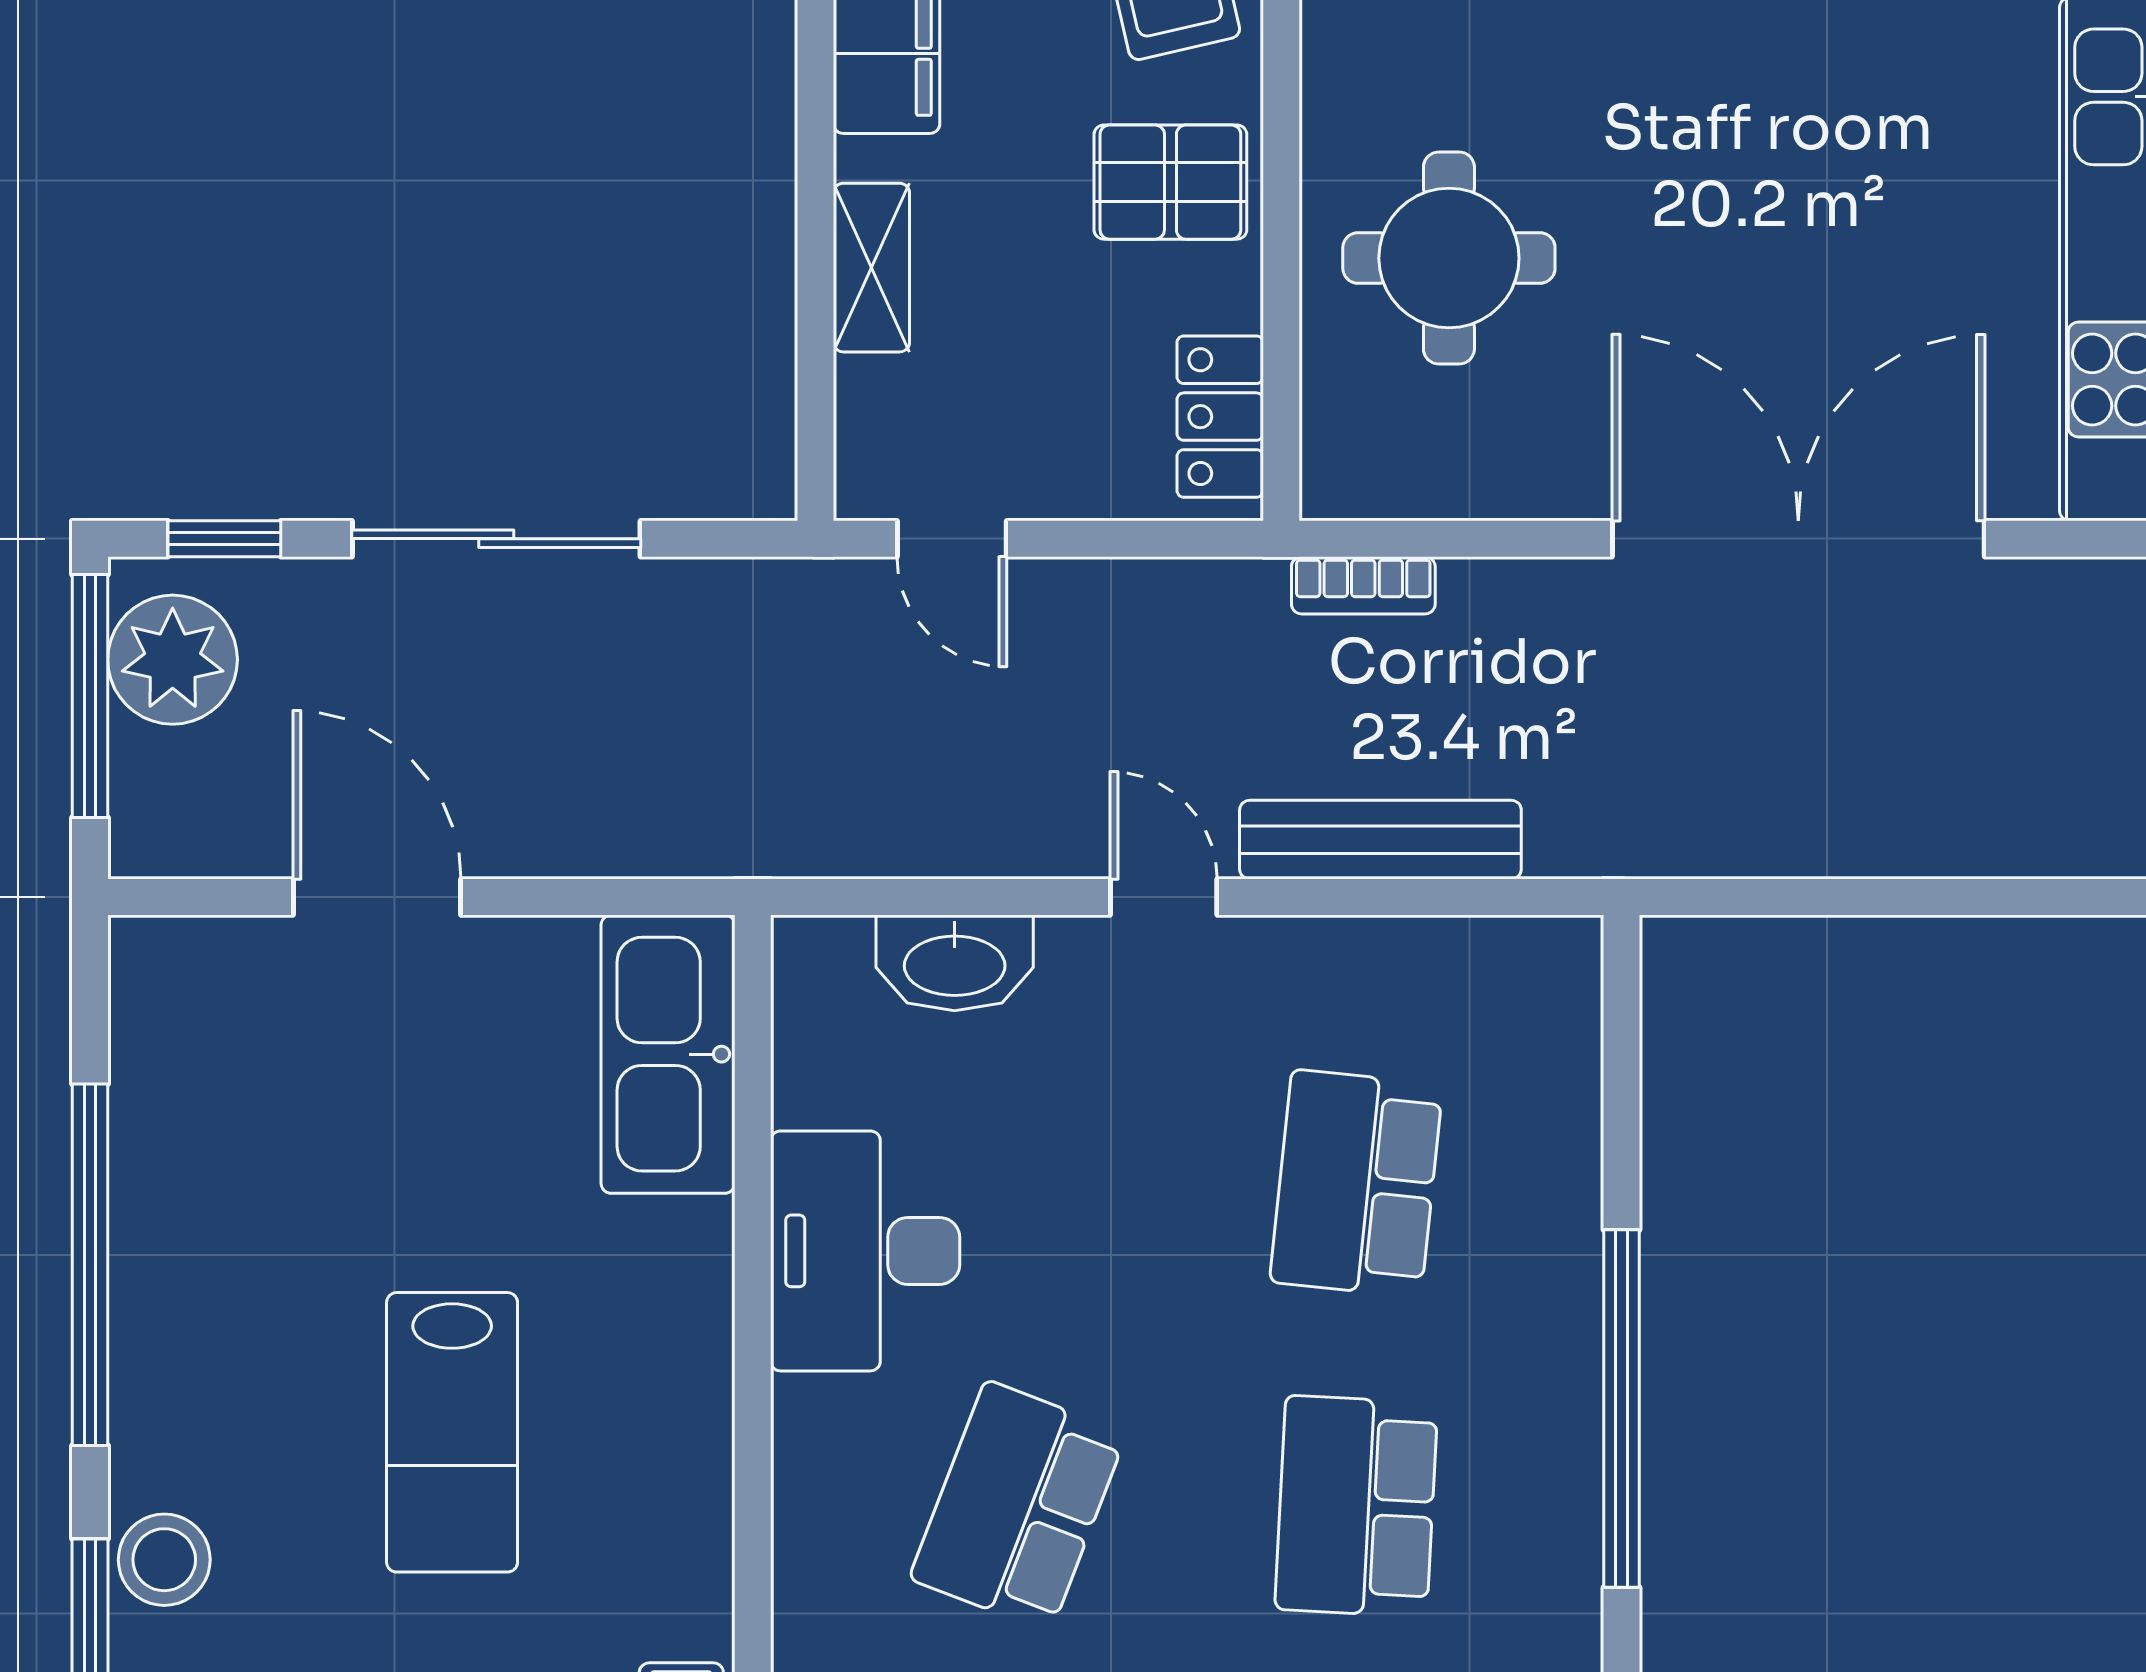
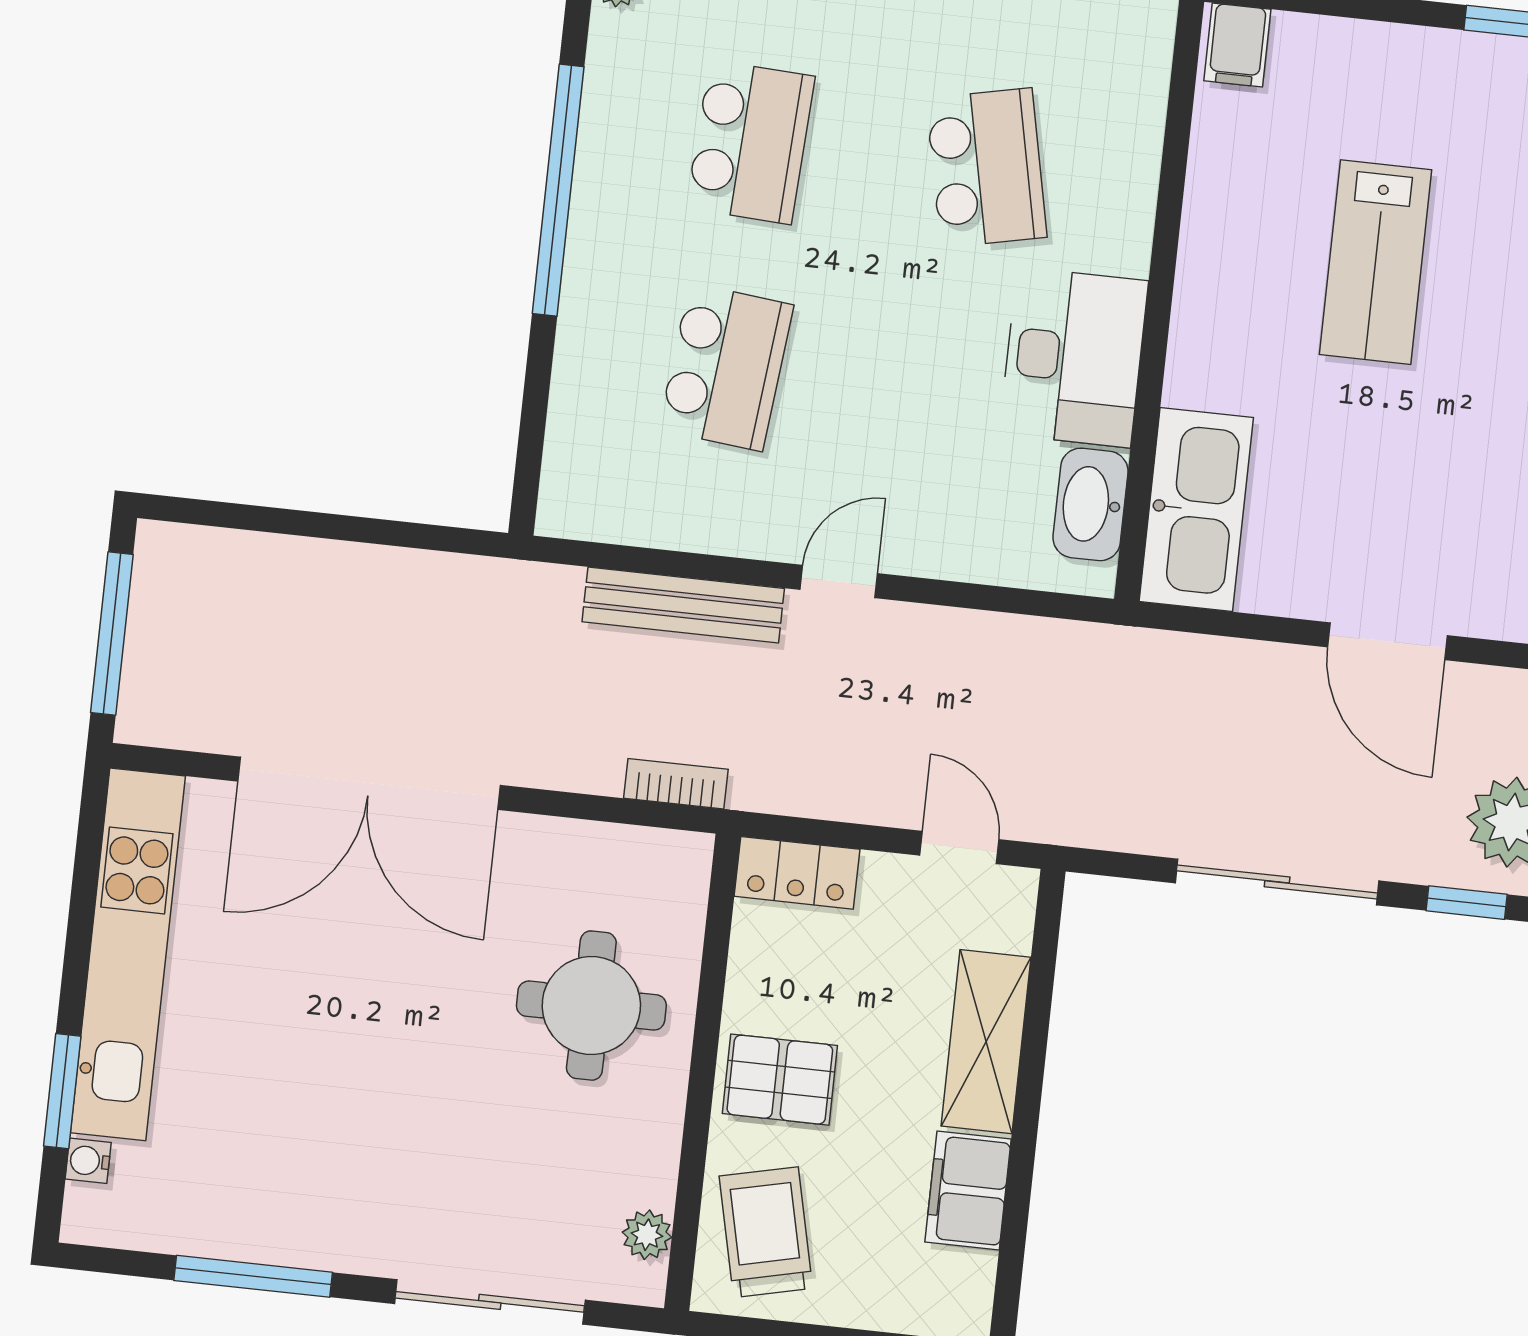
shelving: (871, 268) -> (986, 1042), width x1.50, depth x1.33
locker: (1220, 417) -> (797, 873), moved, turned 90
door: (1164, 897) -> (839, 582), swing flipped
washbasin: (955, 963) -> (1091, 504), moved, turned -90
lab bench: (452, 1432) -> (1376, 262), turned 180
school desk: (1018, 1506) -> (986, 168), turned -33

